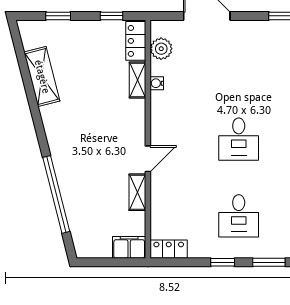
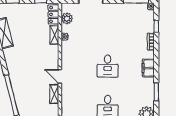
door: (148, 159) -> (60, 76), swing flipped

